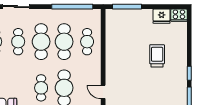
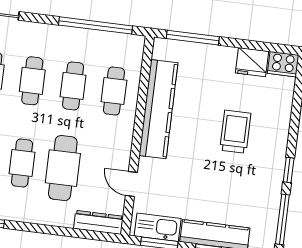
cafe table: (41, 42) -> (32, 81), width x0.73, depth x0.74
cafe table: (64, 42) -> (73, 86), width x0.73, depth x0.74
kitchen counter: (113, 49) -> (158, 109), added

